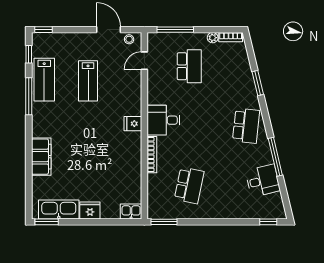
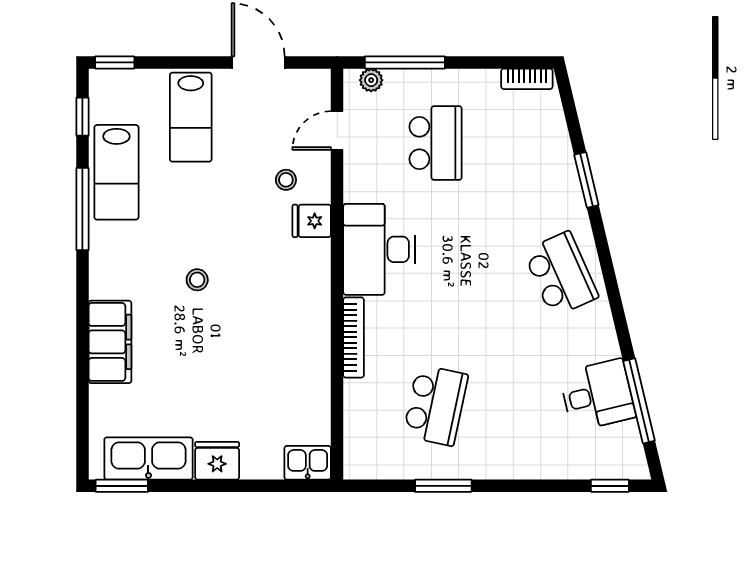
plant: (213, 38) -> (371, 80), moved
stool: (129, 39) -> (286, 180), moved
lab bench: (88, 81) -> (191, 117), moved
desk: (163, 120) -> (379, 249), width x1.37
fridge: (133, 124) -> (312, 221), moved
school desk: (246, 126) -> (561, 274), turned -30
stool: (81, 128) -> (197, 280), added
window: (275, 157) -> (639, 401), moved
window: (164, 222) -> (443, 486), moved

